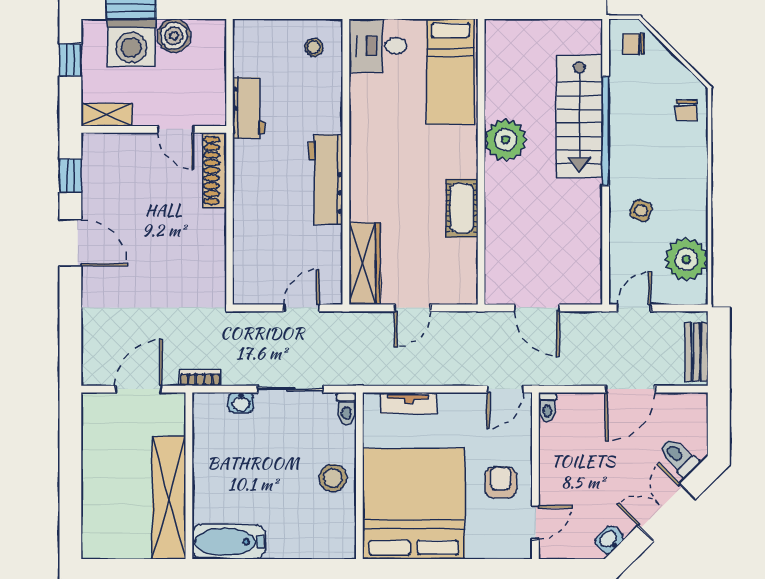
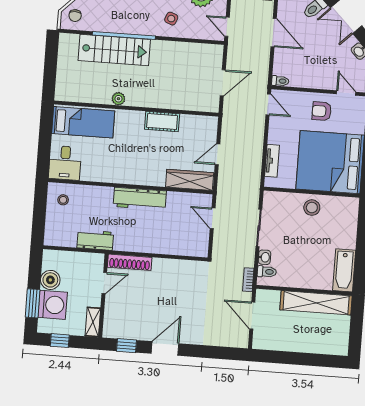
plant: (506, 140) -> (118, 99), width x0.53, depth x0.53
door: (413, 308) -> (217, 154), swing flipped
toilet: (346, 409) -> (267, 272), moved

